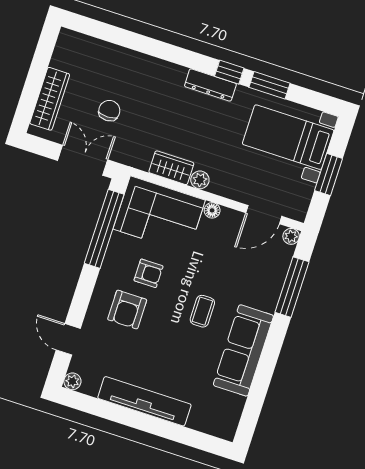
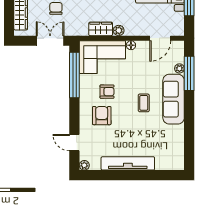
plant: (291, 236) -> (179, 68), moved
armchair: (127, 310) -> (102, 116), turned 180
sofa: (243, 350) -> (174, 99), moved

